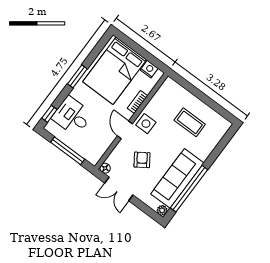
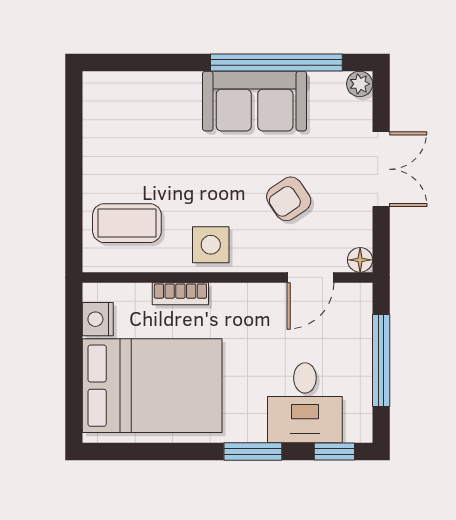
window: (77, 76) -> (253, 452), moved
coffee table: (190, 122) -> (127, 223), moved, turned 90
door: (125, 130) -> (310, 277), moved
sofa: (177, 178) -> (255, 101), width x0.73
double door: (119, 189) -> (381, 169), moved

